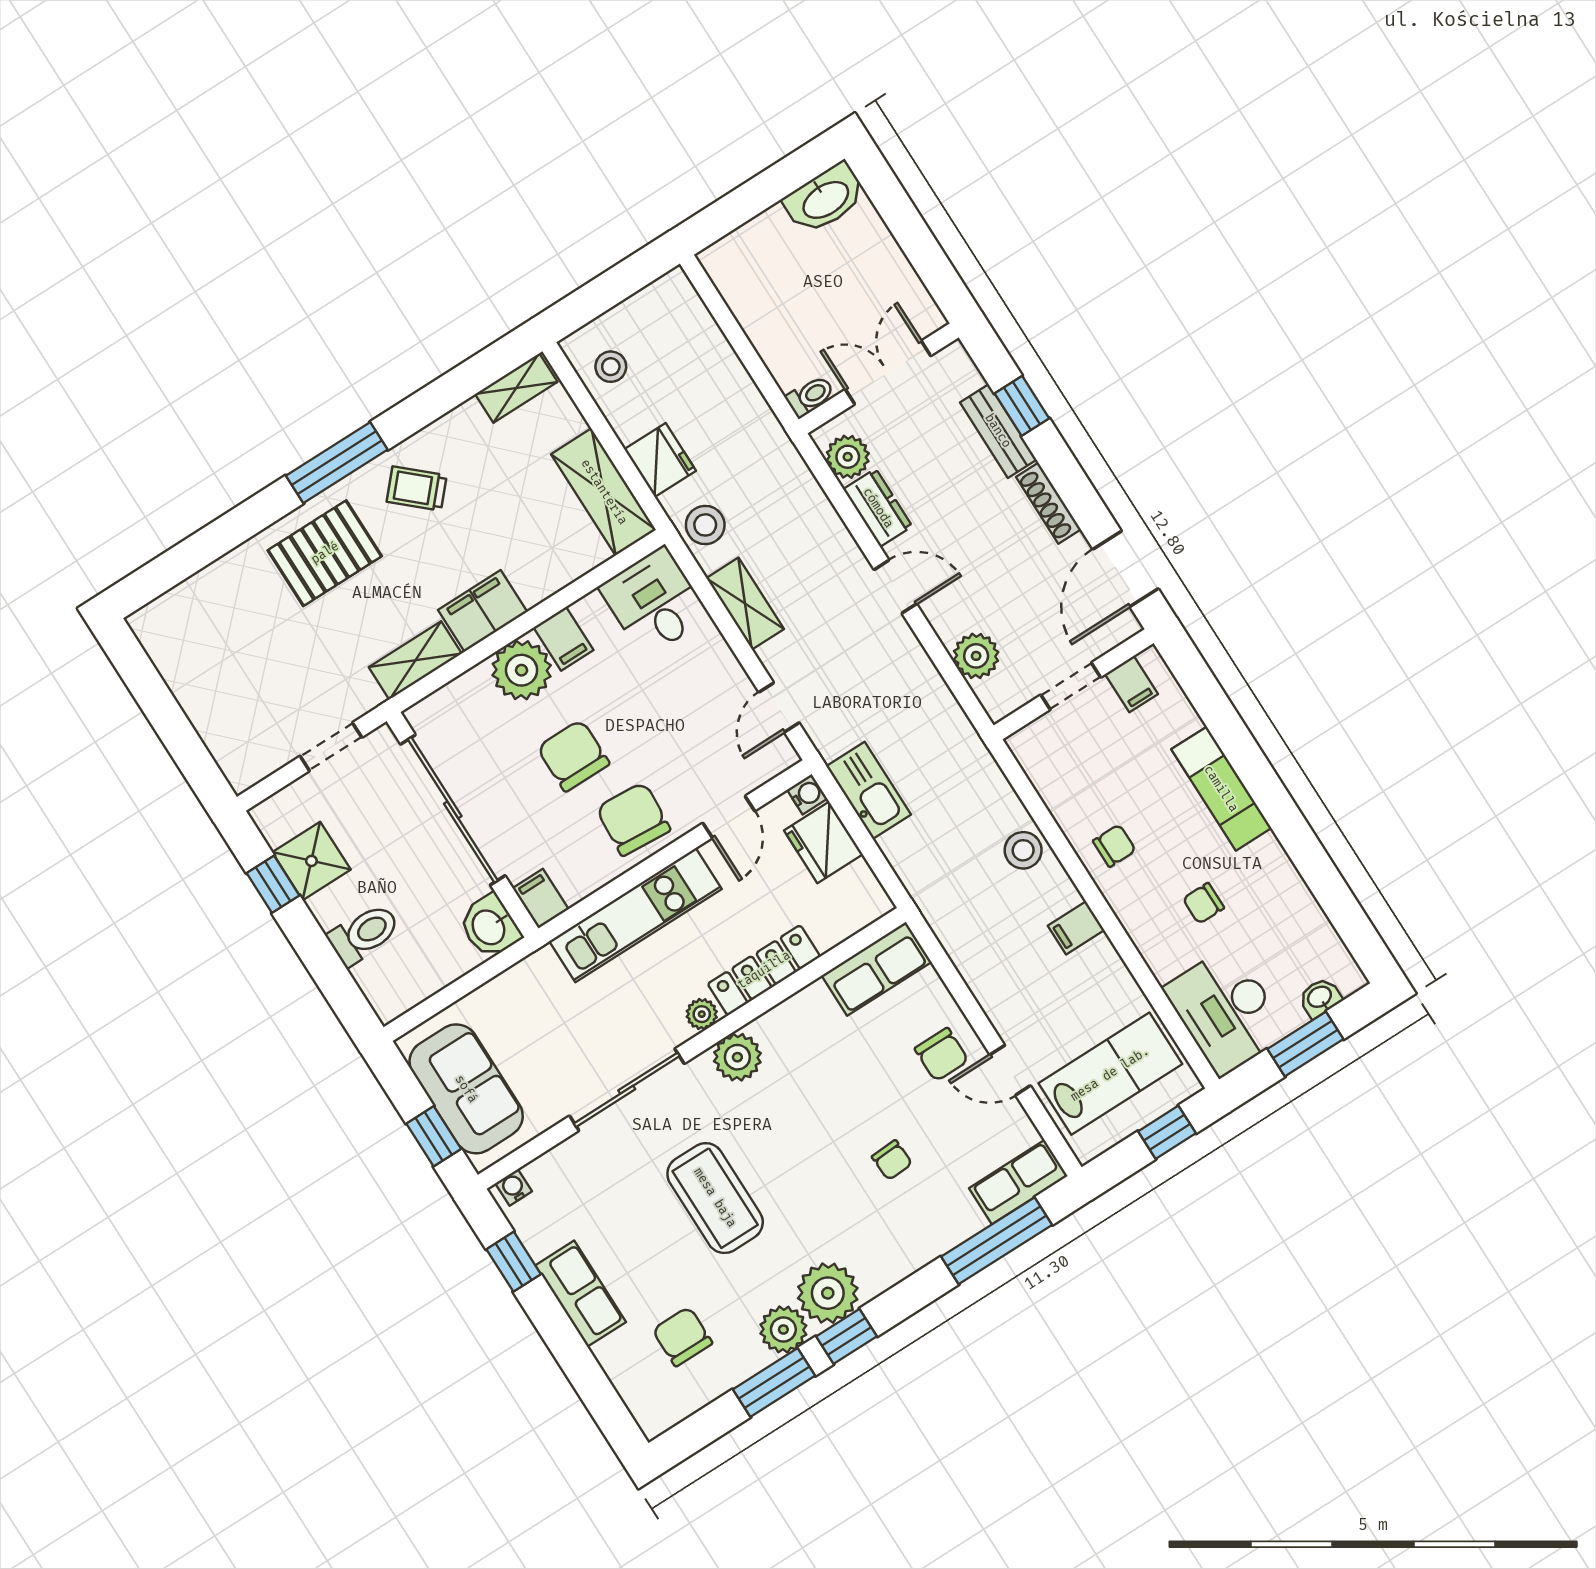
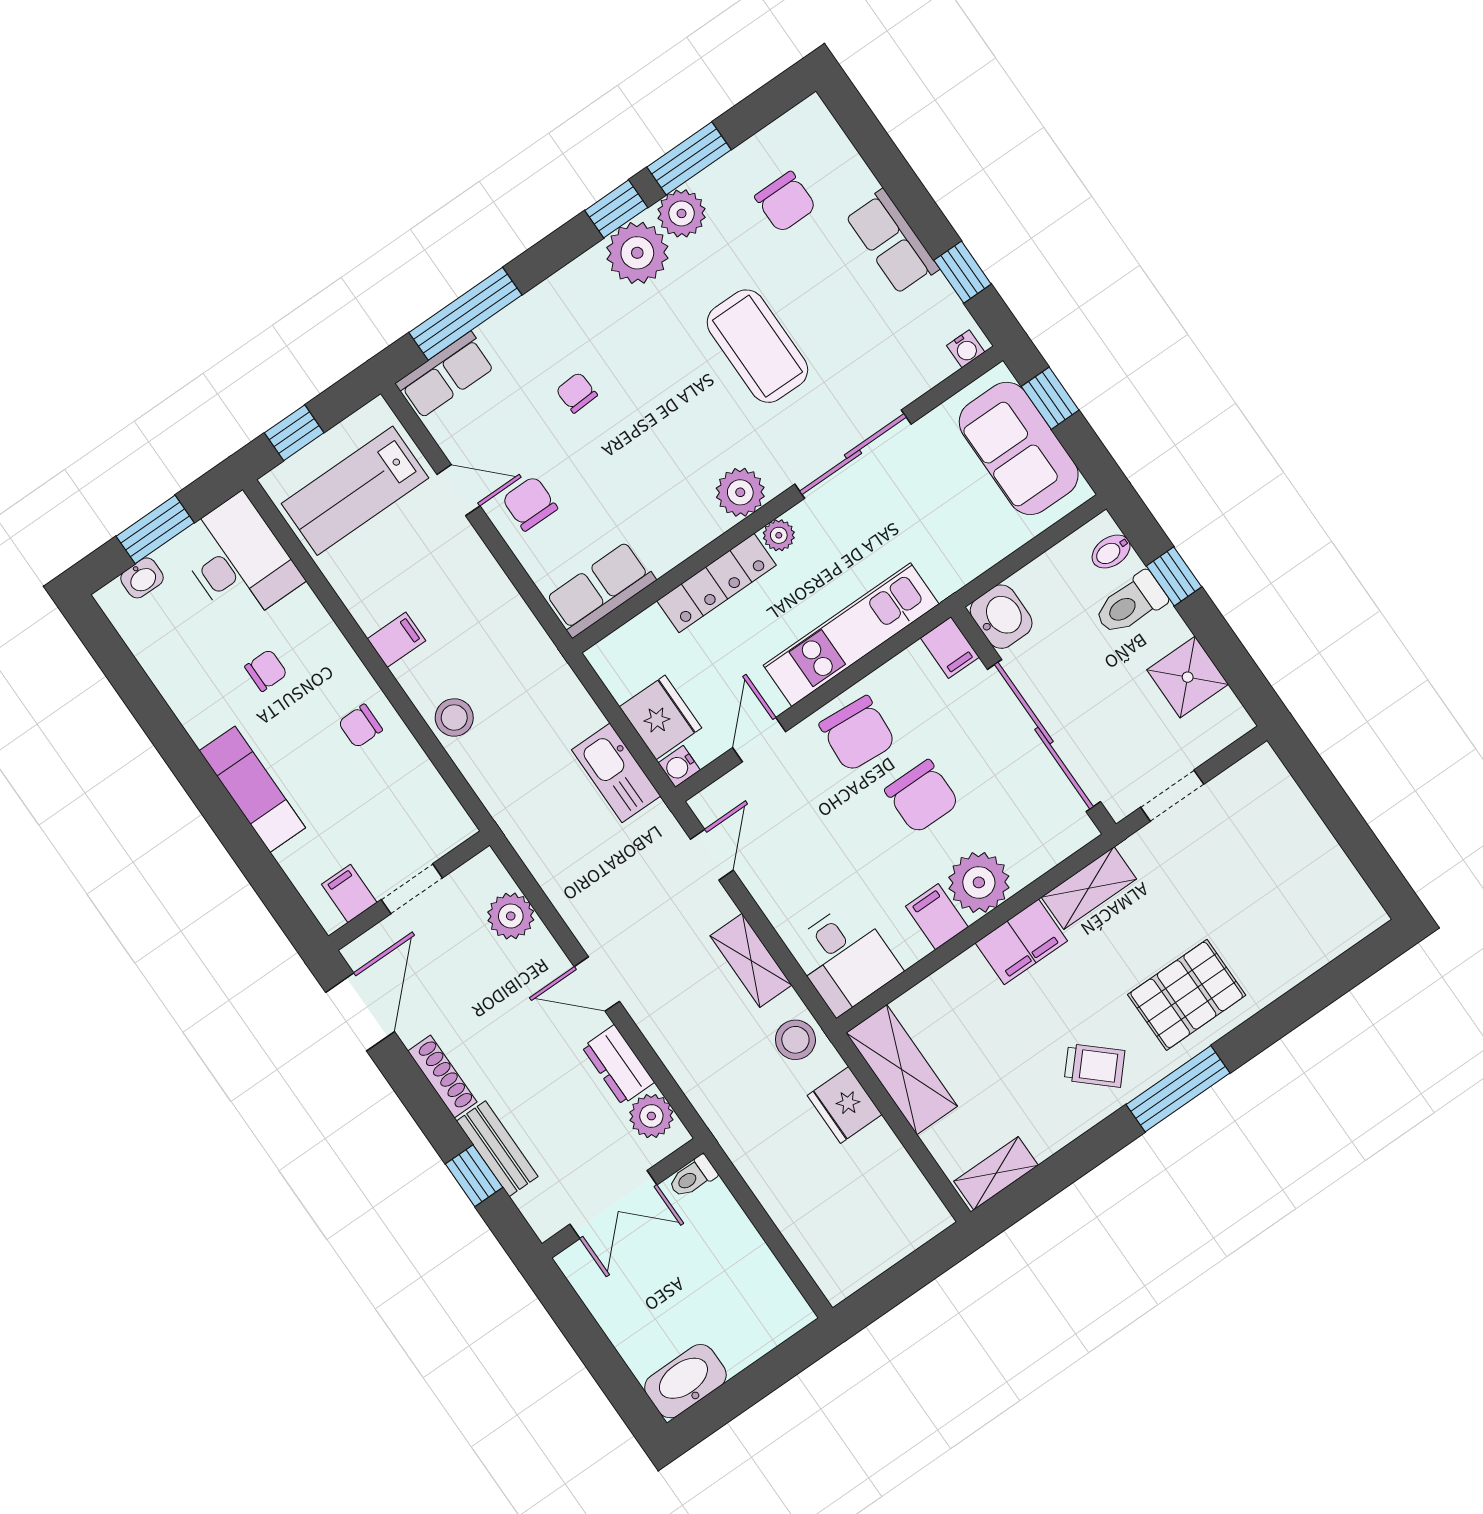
stool: (611, 367) -> (899, 1199), removed
window: (273, 884) -> (1174, 576), moved
bidet: (381, 985) -> (1111, 552), added

